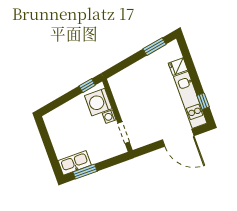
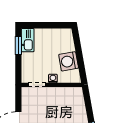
window: (87, 86) -> (82, 70), removed
washing machine: (98, 102) -> (69, 61), moved, turned -100

